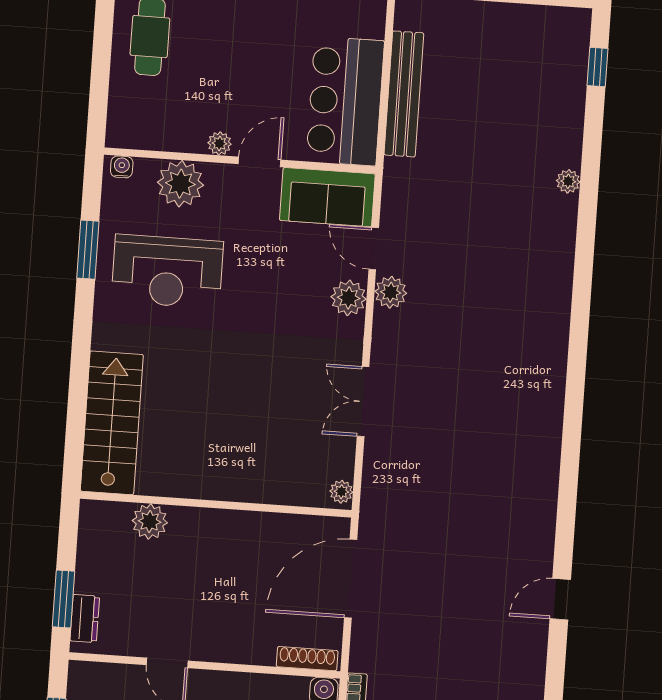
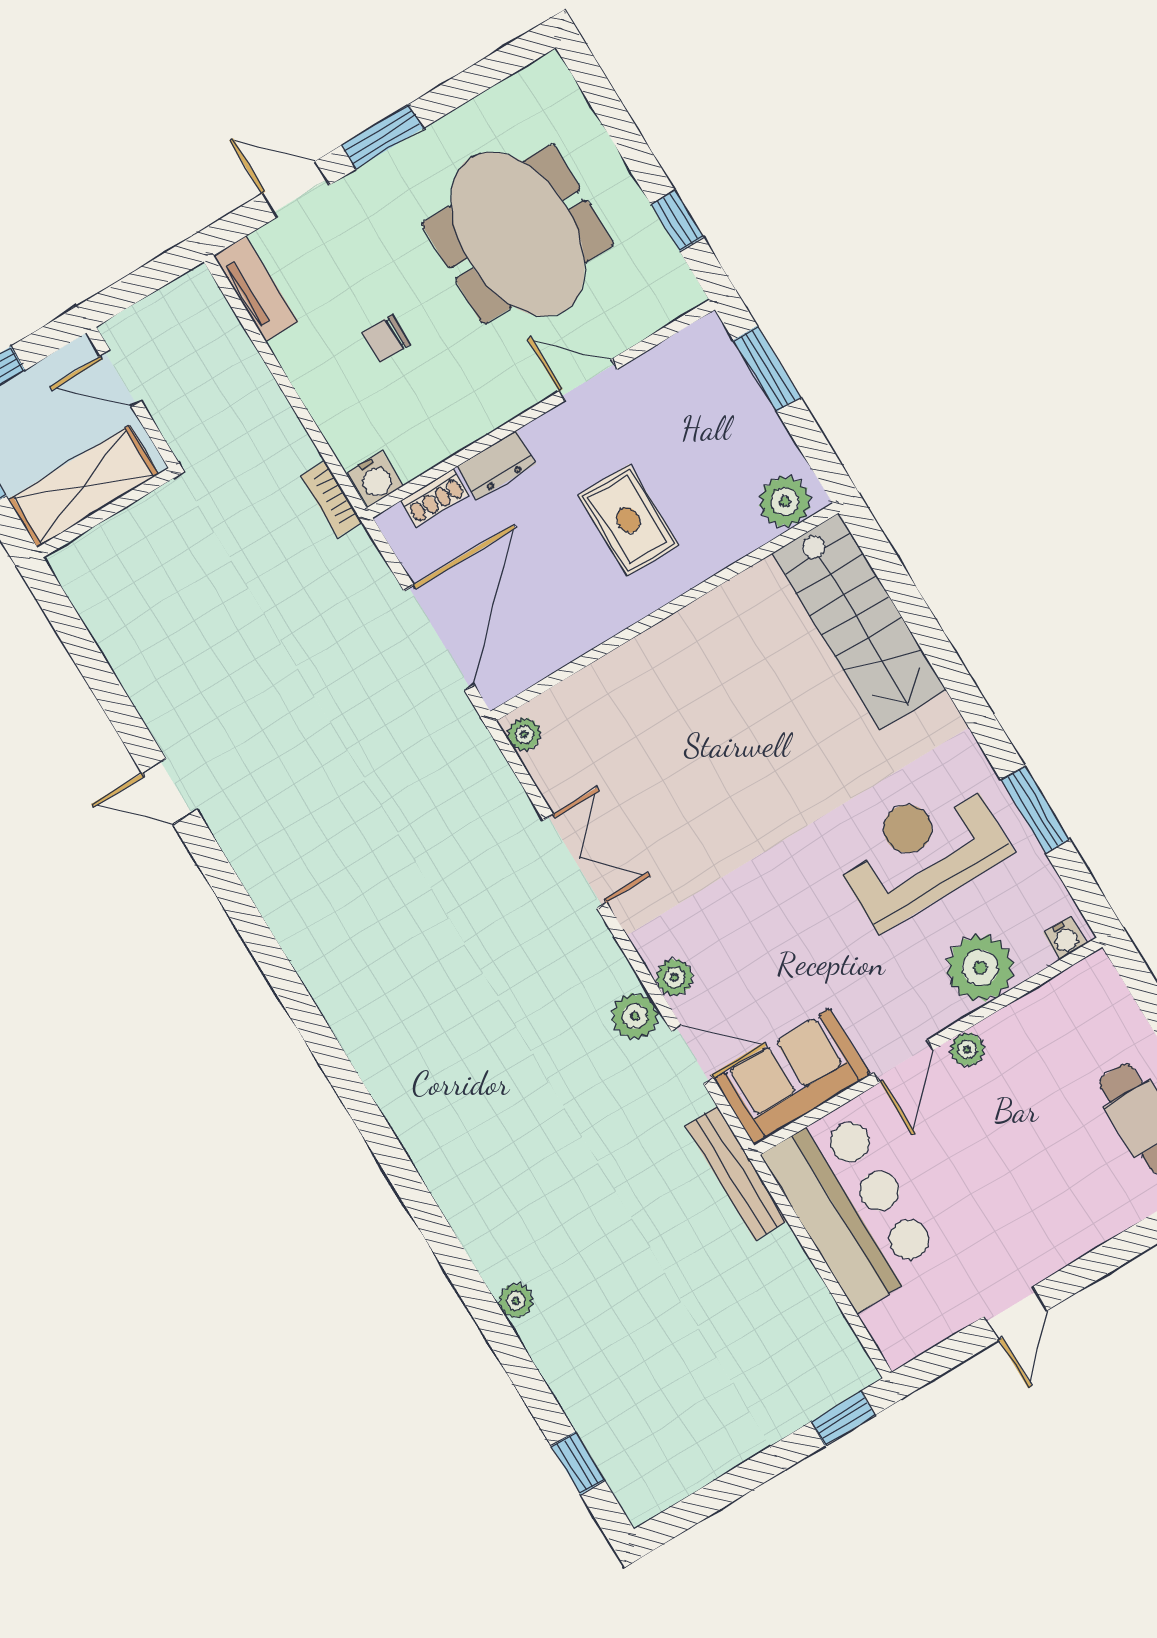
bench: (404, 94) -> (736, 1173), moved, width x0.73, depth x0.82
plant: (349, 298) -> (674, 977), width x0.73, depth x0.73
plant: (150, 522) -> (785, 502), moved
rug: (200, 570) -> (628, 520), added
door: (560, 599) -> (169, 792), swing flipped
dresser: (85, 619) -> (496, 465), moved, turned -90
shoe rack: (307, 659) -> (435, 497), width x0.70

